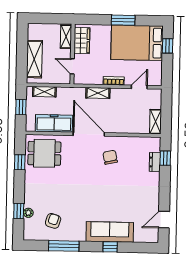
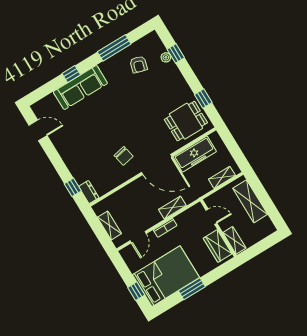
window: (21, 107) -> (234, 150), removed
shelving: (155, 122) -> (109, 225), moved
dresser: (155, 162) -> (89, 192), moved
door: (164, 220) -> (38, 130), hinge flipped

